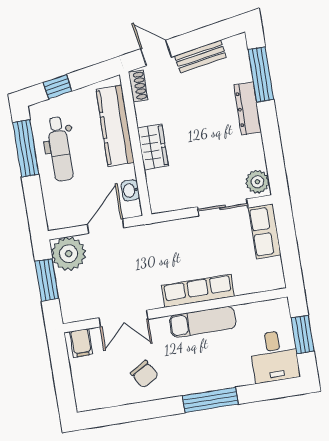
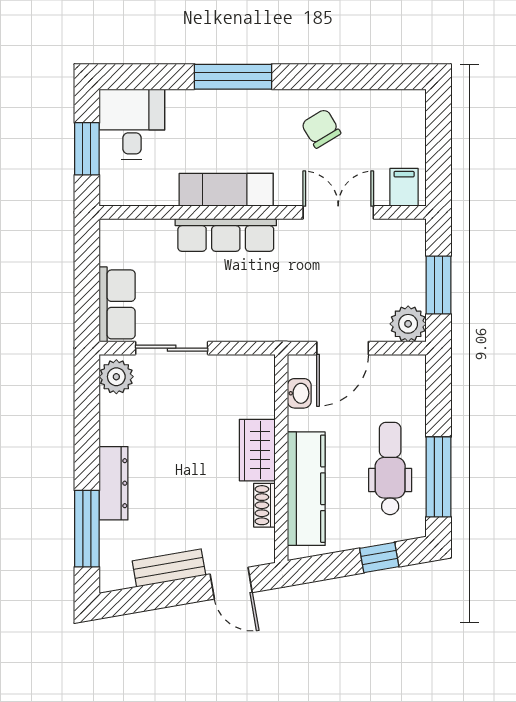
shoe rack: (138, 86) -> (264, 505), moved
plant: (69, 254) -> (408, 324), width x0.73, depth x0.73

